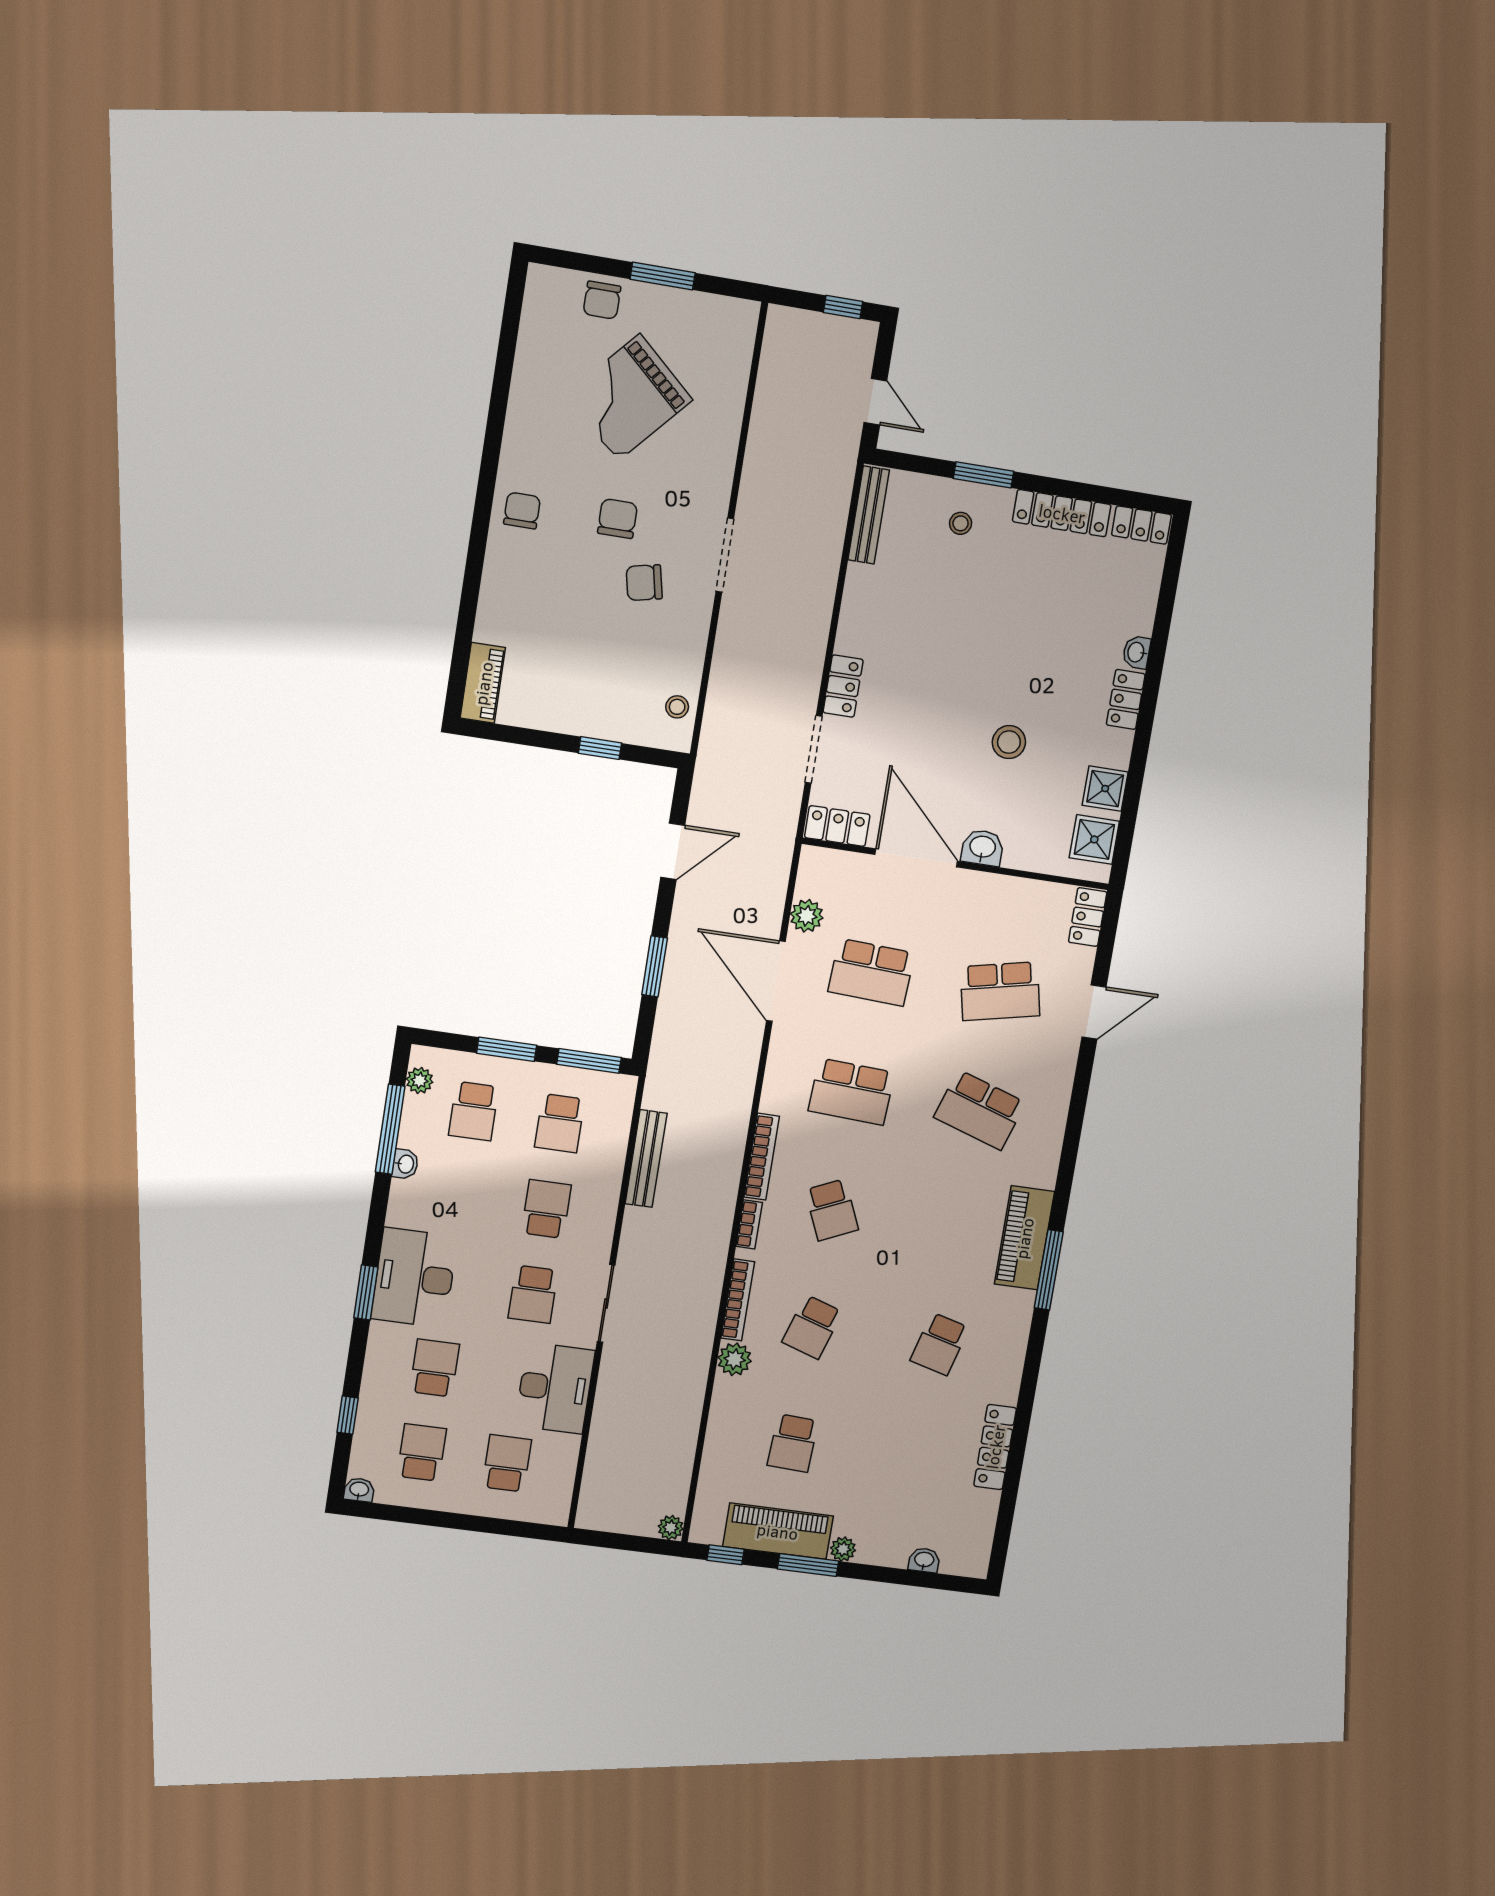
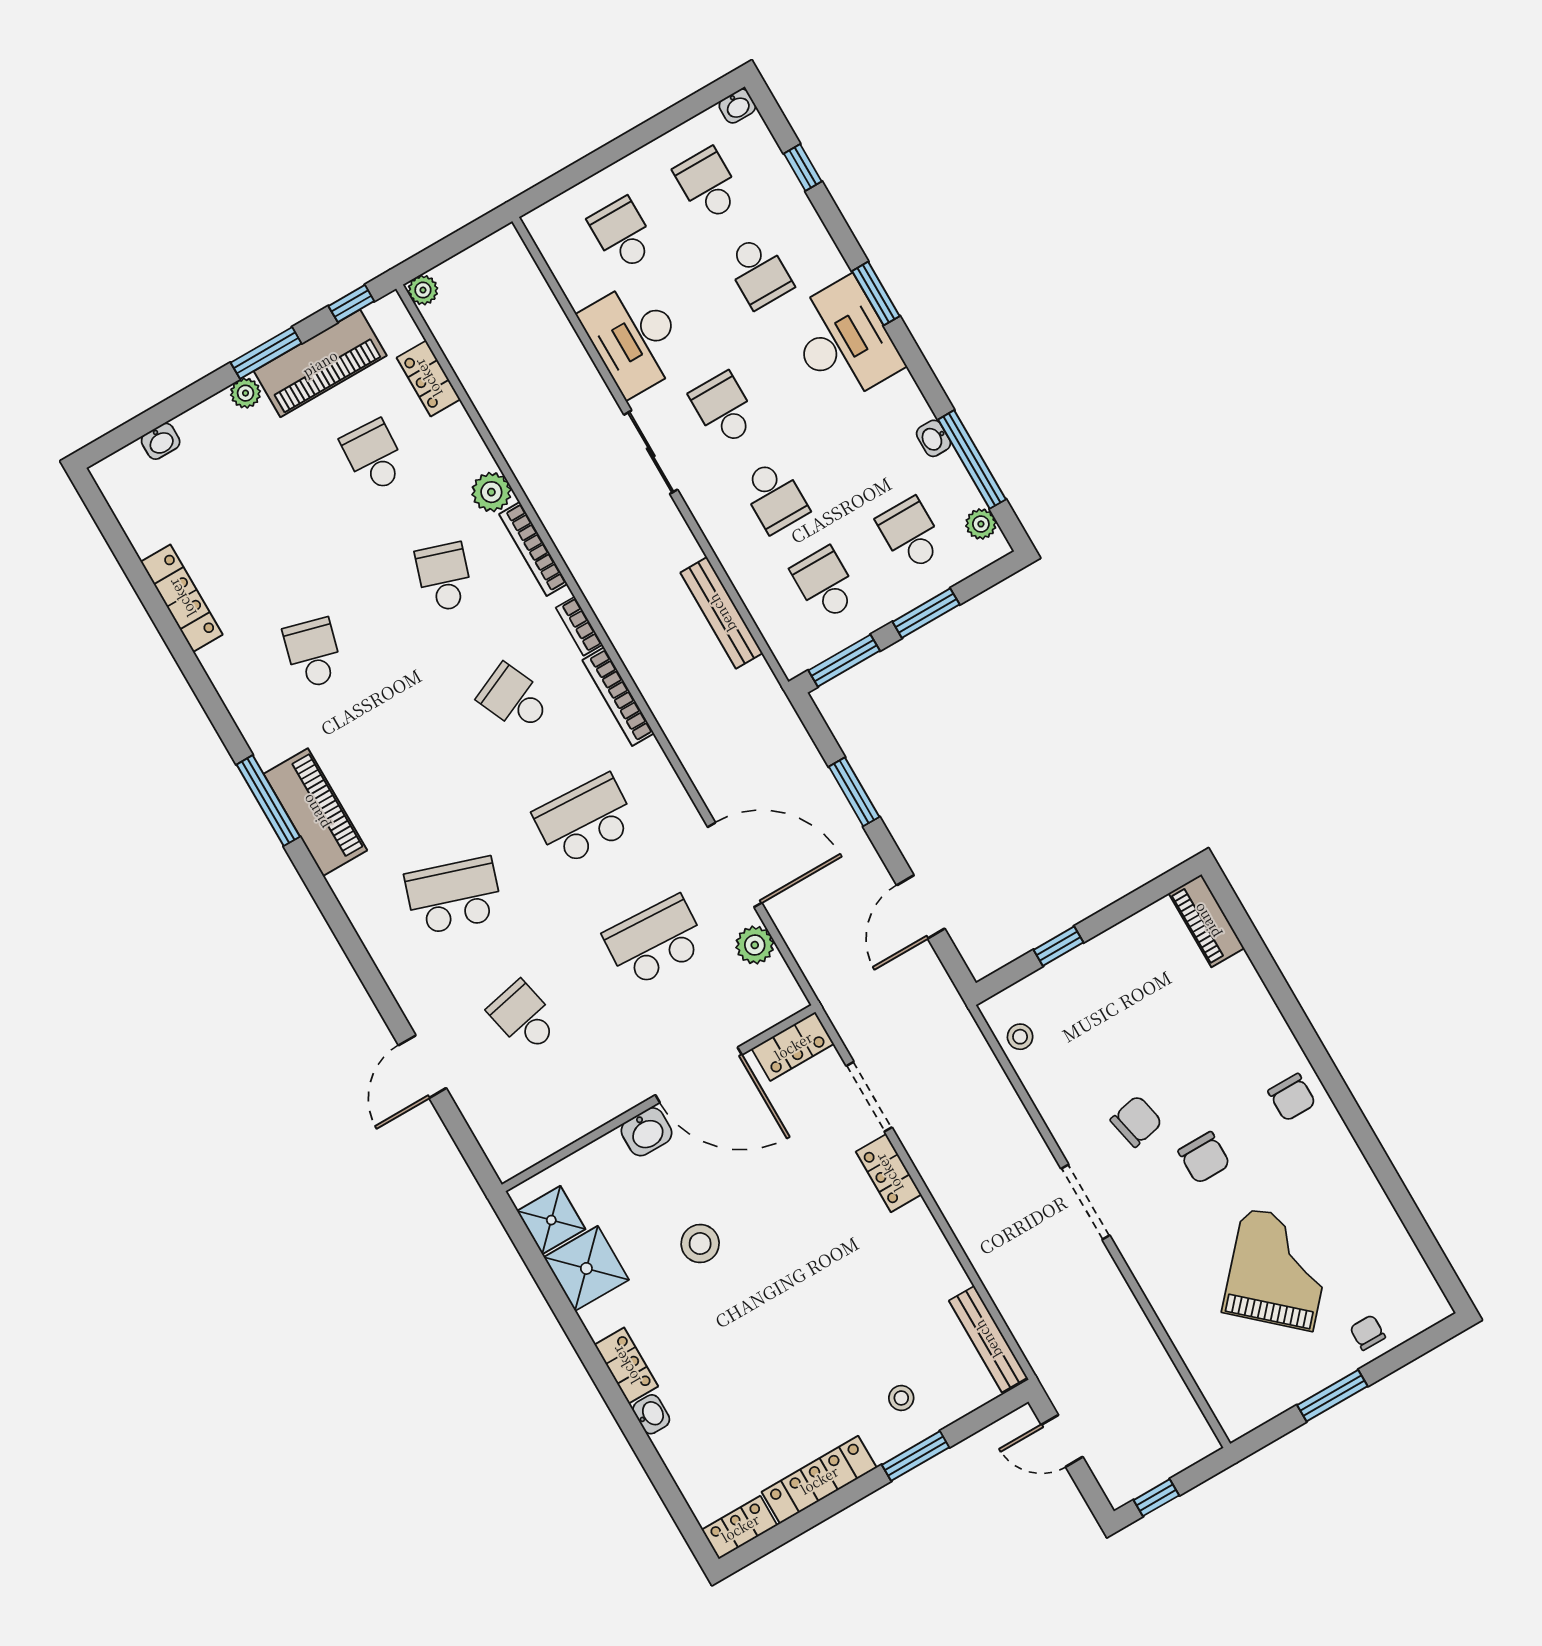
chair: (602, 300) -> (1368, 1333), width x0.73, depth x0.73
shower: (1105, 789) -> (586, 1268), width x1.36, depth x1.36
locker: (1088, 917) -> (428, 378), moved, turned 180
school desk: (1000, 991) -> (524, 1017), width x0.54
school desk: (422, 1452) -> (708, 185), turned 180
school desk: (507, 1463) -> (622, 234), turned 180

